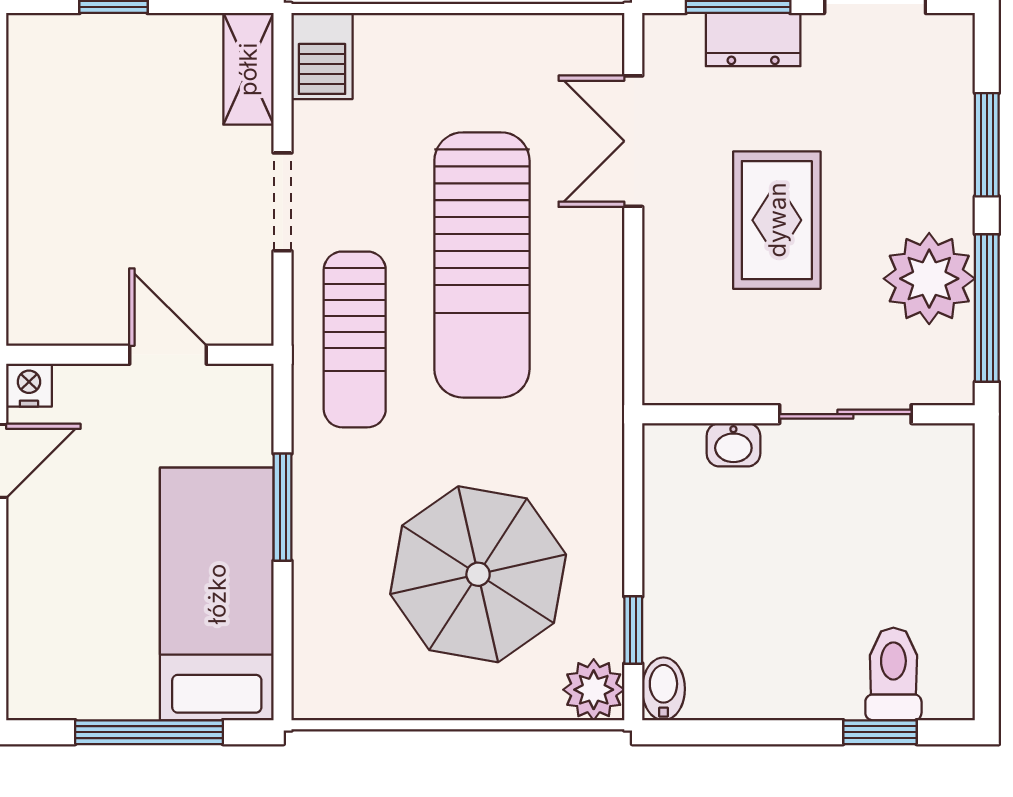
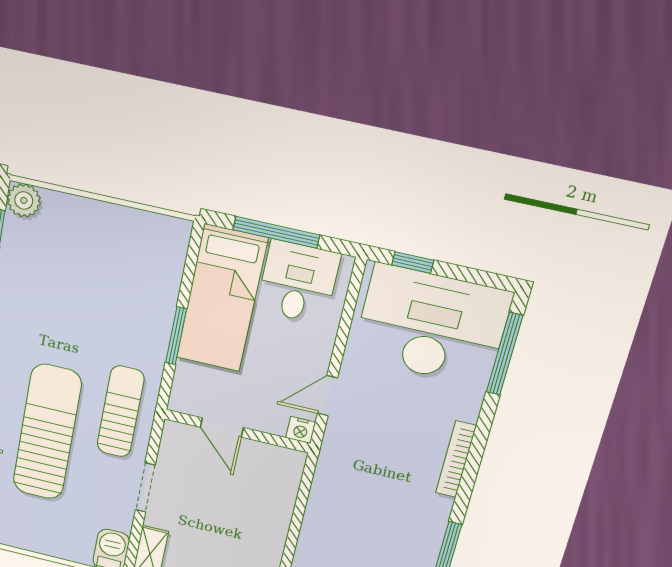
parasol: (478, 574) -> (76, 276), removed
desk: (93, 654) -> (298, 282), added

